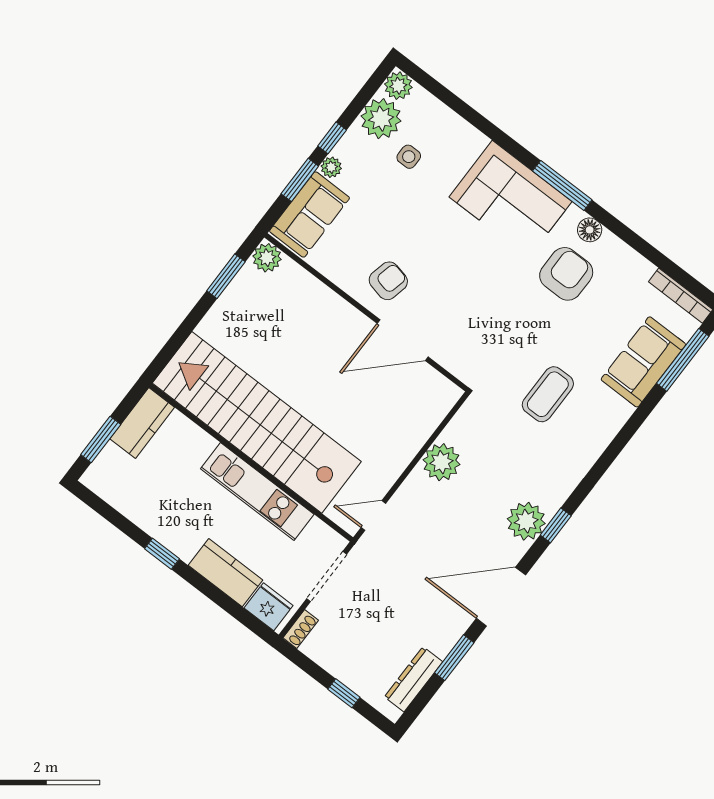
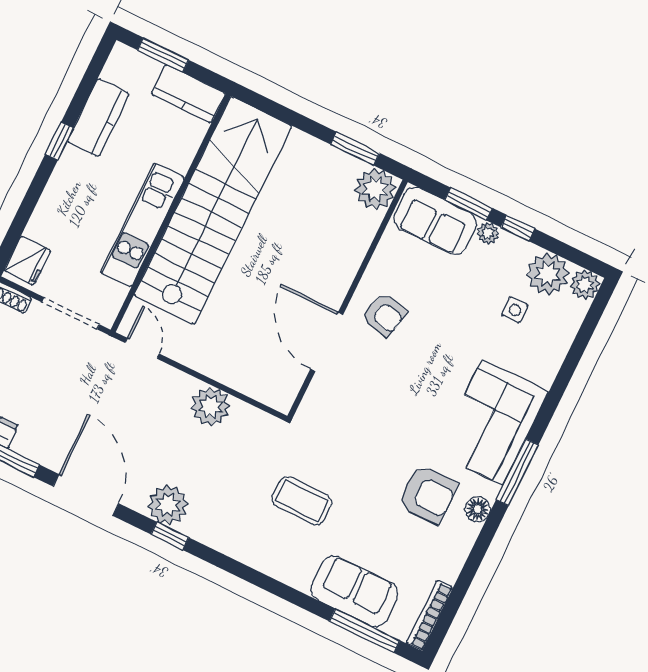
plant: (267, 258) -> (375, 189), width x1.36, depth x1.36
kitchen counter: (226, 573) -> (98, 118), moved

